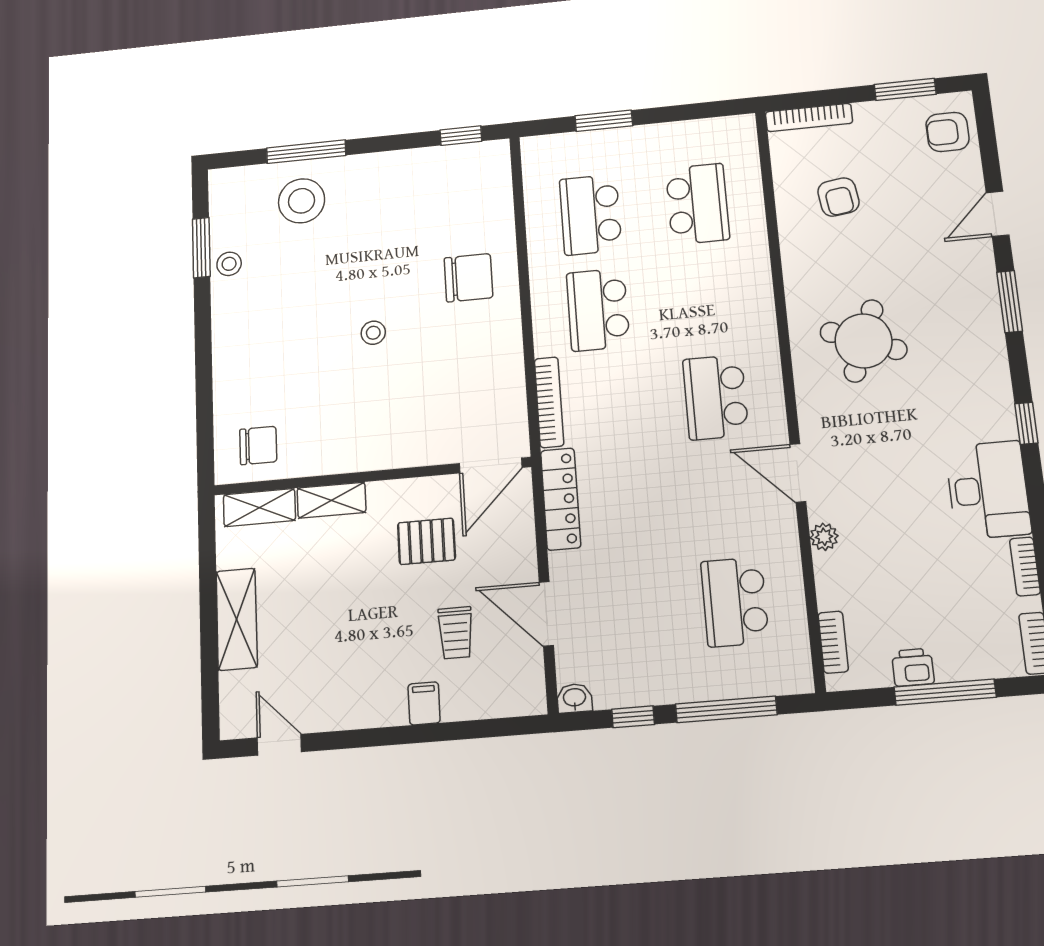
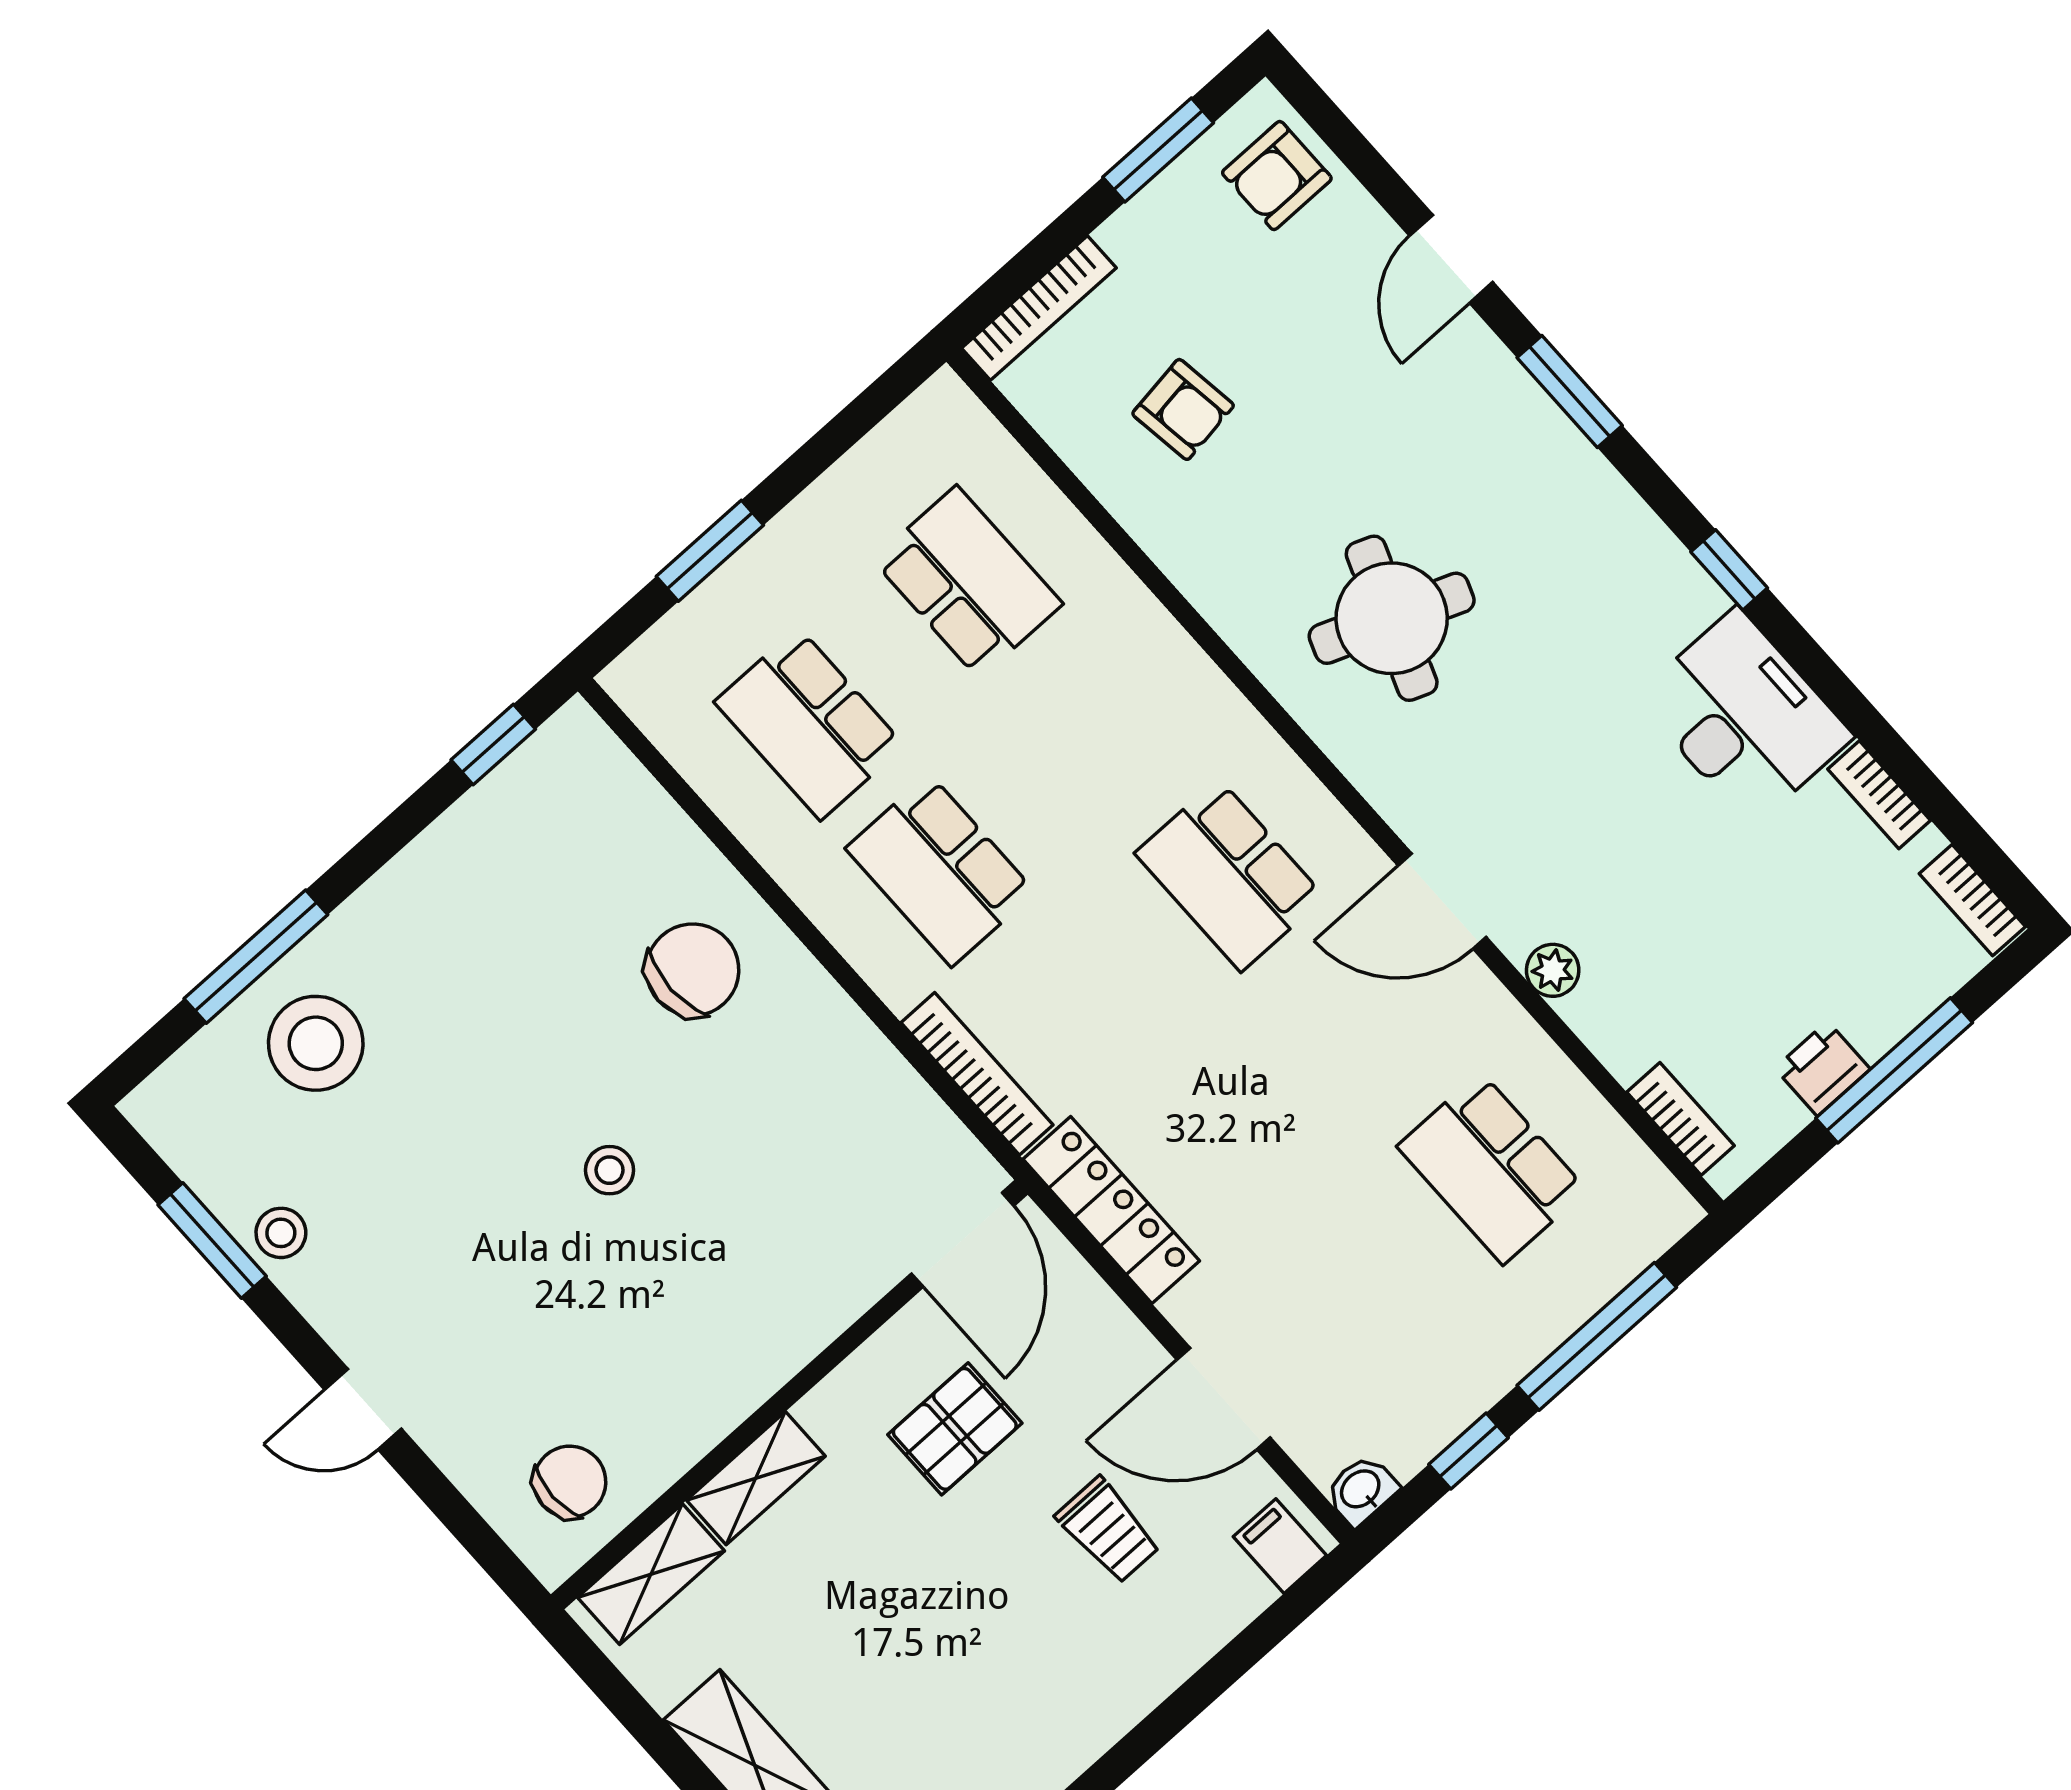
door: (203, 356) -> (363, 1409), added
filing cabinet: (424, 703) -> (1280, 1546), moved

